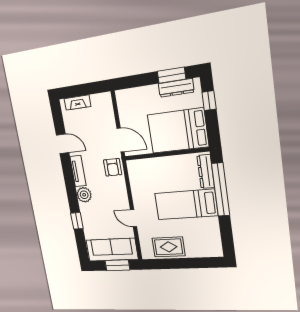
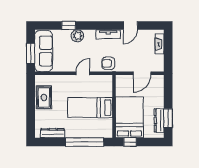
window: (209, 101) -> (130, 142), moved
door: (121, 140) -> (142, 73), moved
dresser: (206, 172) -> (53, 133), moved
plant: (84, 195) -> (77, 36), moved
bed: (186, 205) -> (90, 108), moved, turned -90
door: (133, 218) -> (83, 73), moved

